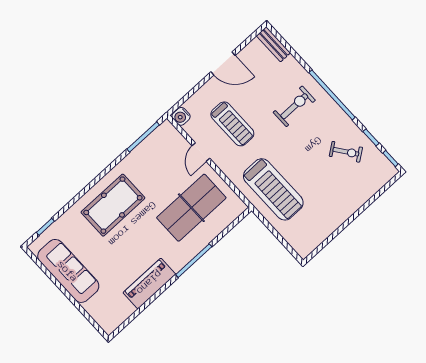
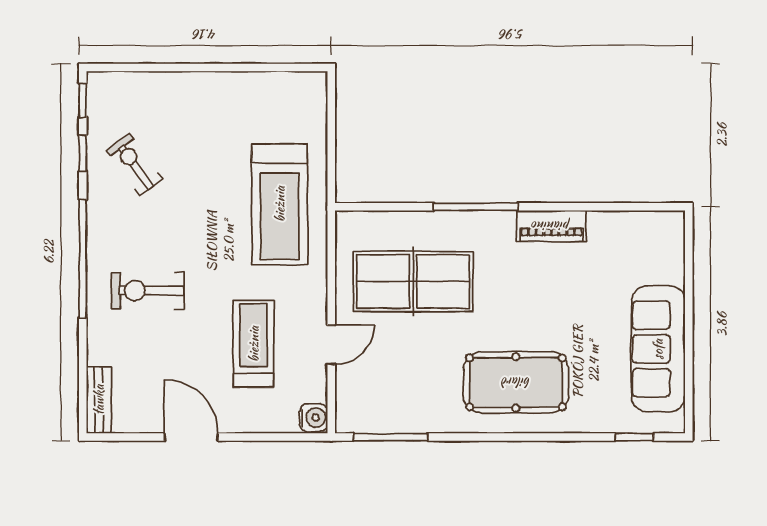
treadmill: (273, 189) -> (280, 204), turned 180
piano: (149, 283) -> (551, 226), width x0.73, depth x0.75

